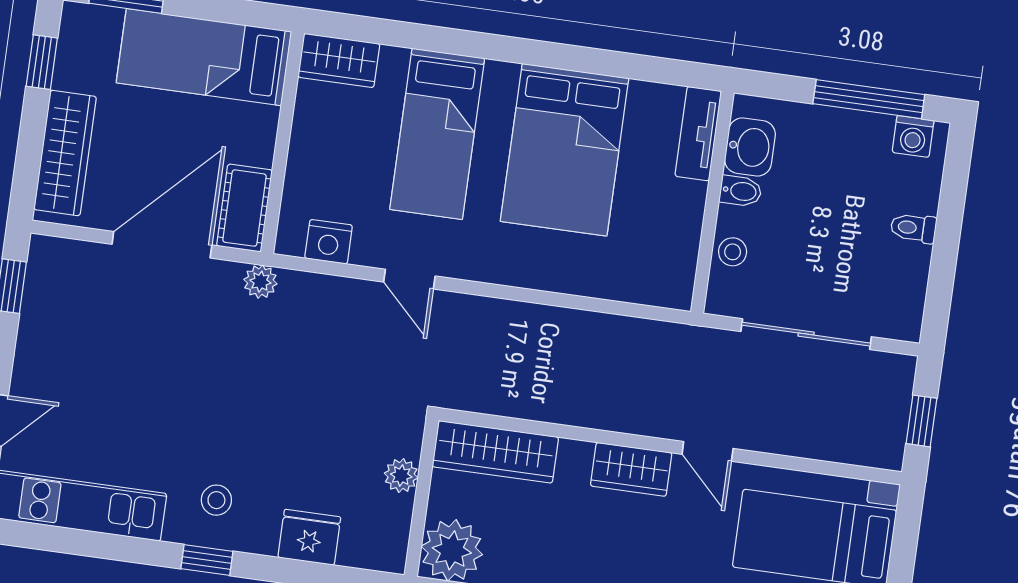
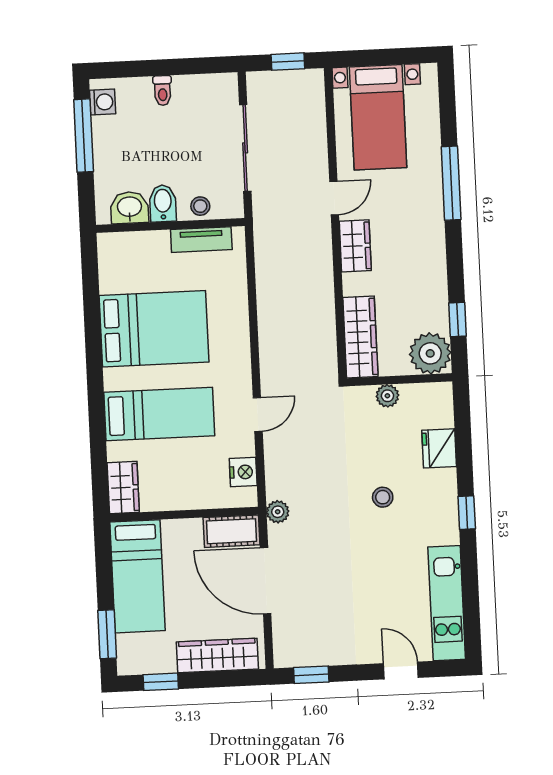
tv unit: (698, 134) -> (201, 240), moved
bidet: (741, 191) -> (163, 203), width x1.38, depth x1.36
stool: (216, 500) -> (383, 497), moved

